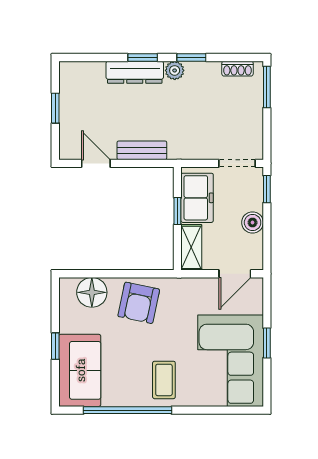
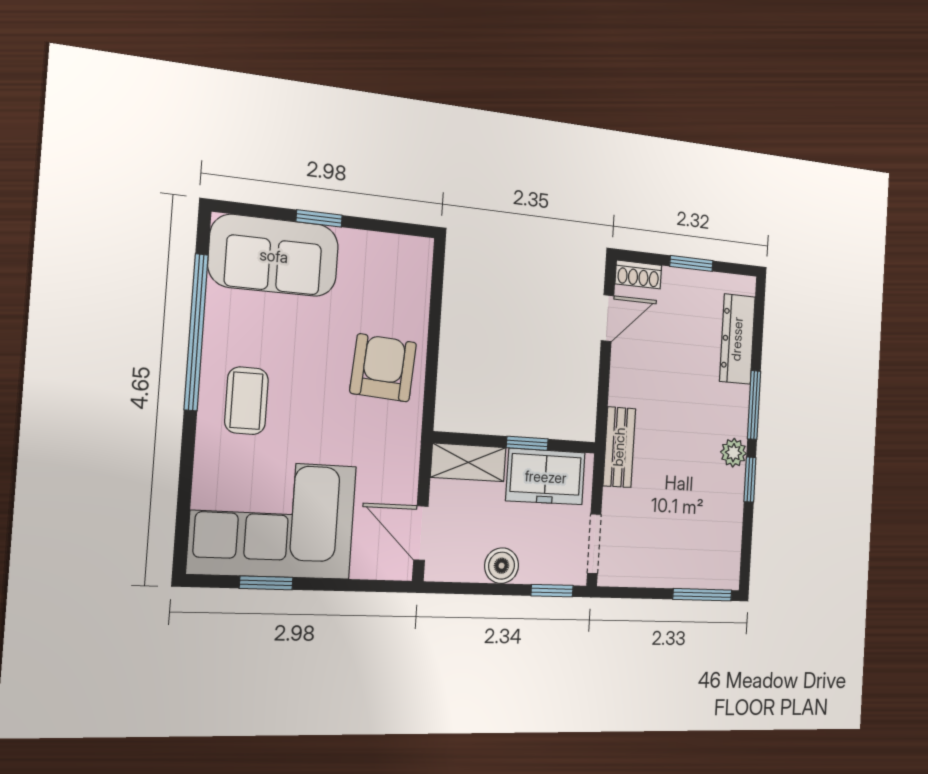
window: (143, 58) -> (754, 405), width x1.50
shoe rack: (238, 69) -> (638, 275), moved, turned -90
dresser: (135, 72) -> (737, 339), moved
bench: (142, 150) -> (619, 447), moved
floor lamp: (92, 292) -> (406, 291), removed
armchair: (139, 303) -> (383, 368), turned 82
window: (267, 343) -> (266, 583), moved
coffee table: (164, 380) -> (246, 401), turned 90

